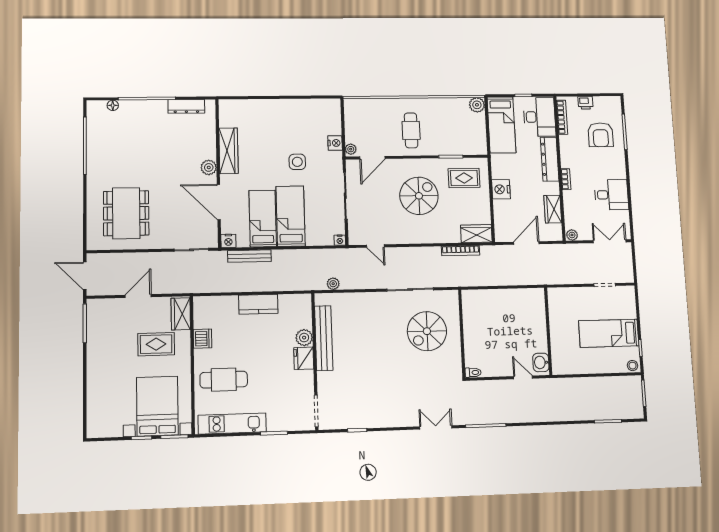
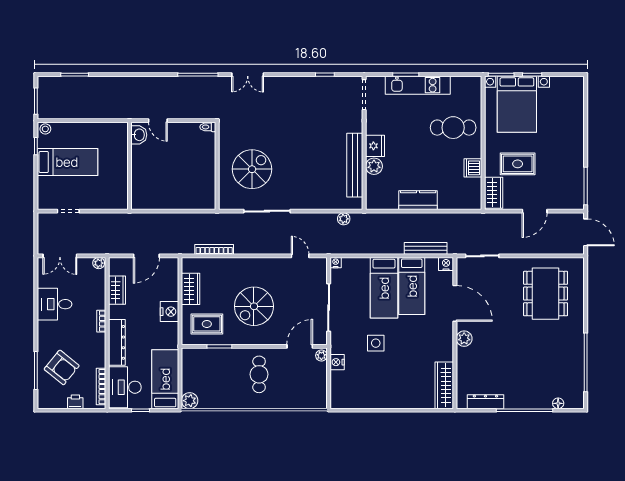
armchair: (601, 135) -> (62, 367), turned 129
wardrobe: (228, 151) -> (444, 385), moved
wardrobe: (476, 234) -> (191, 289), moved, turned -90
kitchen unit: (232, 423) -> (418, 85), moved

